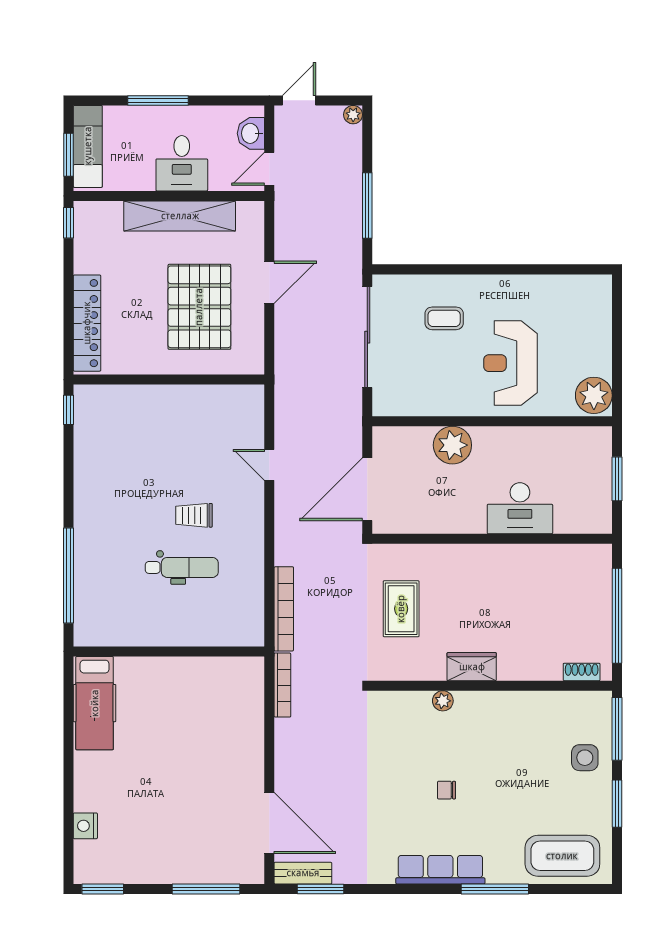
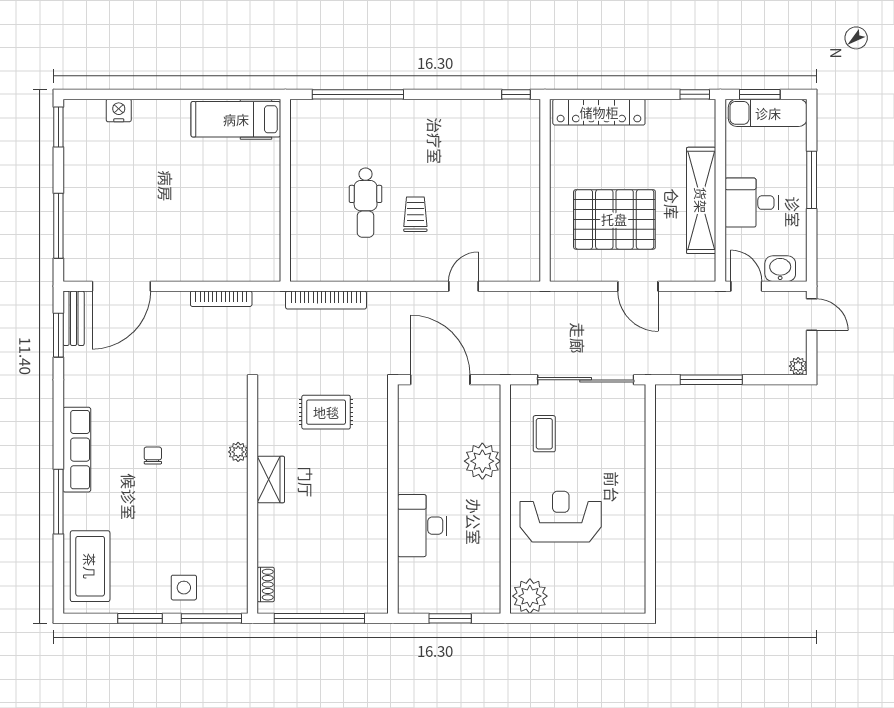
coffee table: (444, 318) -> (544, 434), moved
bookcase: (282, 685) -> (221, 299), moved

